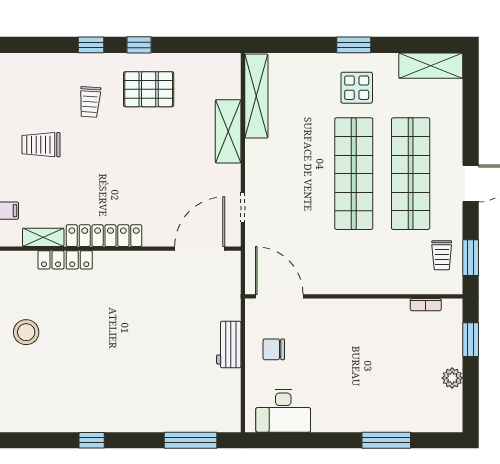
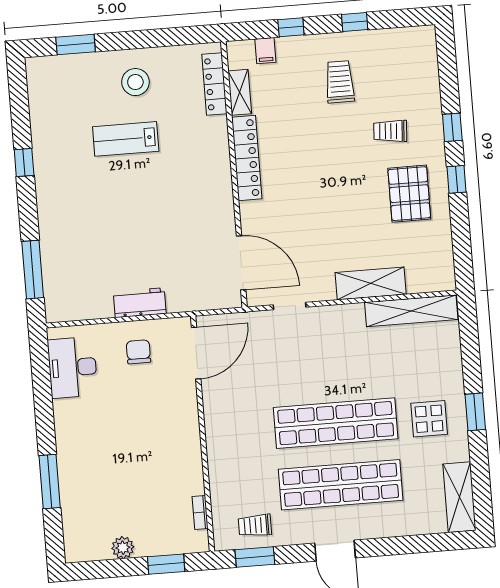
locker: (65, 260) -> (214, 84), moved
lab bench: (78, 345) -> (126, 139), added

